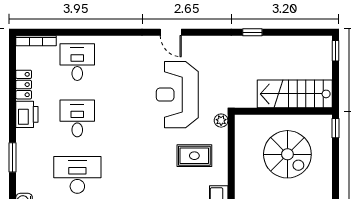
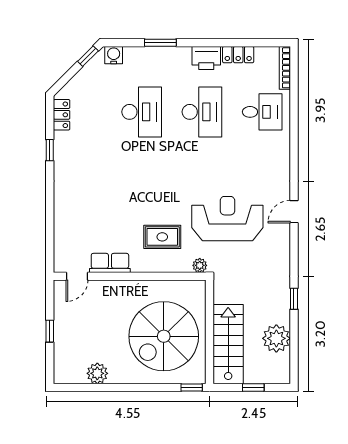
plant: (290, 49) -> (276, 338), added
window: (335, 51) -> (253, 388), moved
desk: (77, 118) -> (202, 112), width x1.37
spiral stairs: (287, 154) -> (164, 336), width x1.37, depth x1.37
rug: (194, 156) -> (162, 237), turned 90

